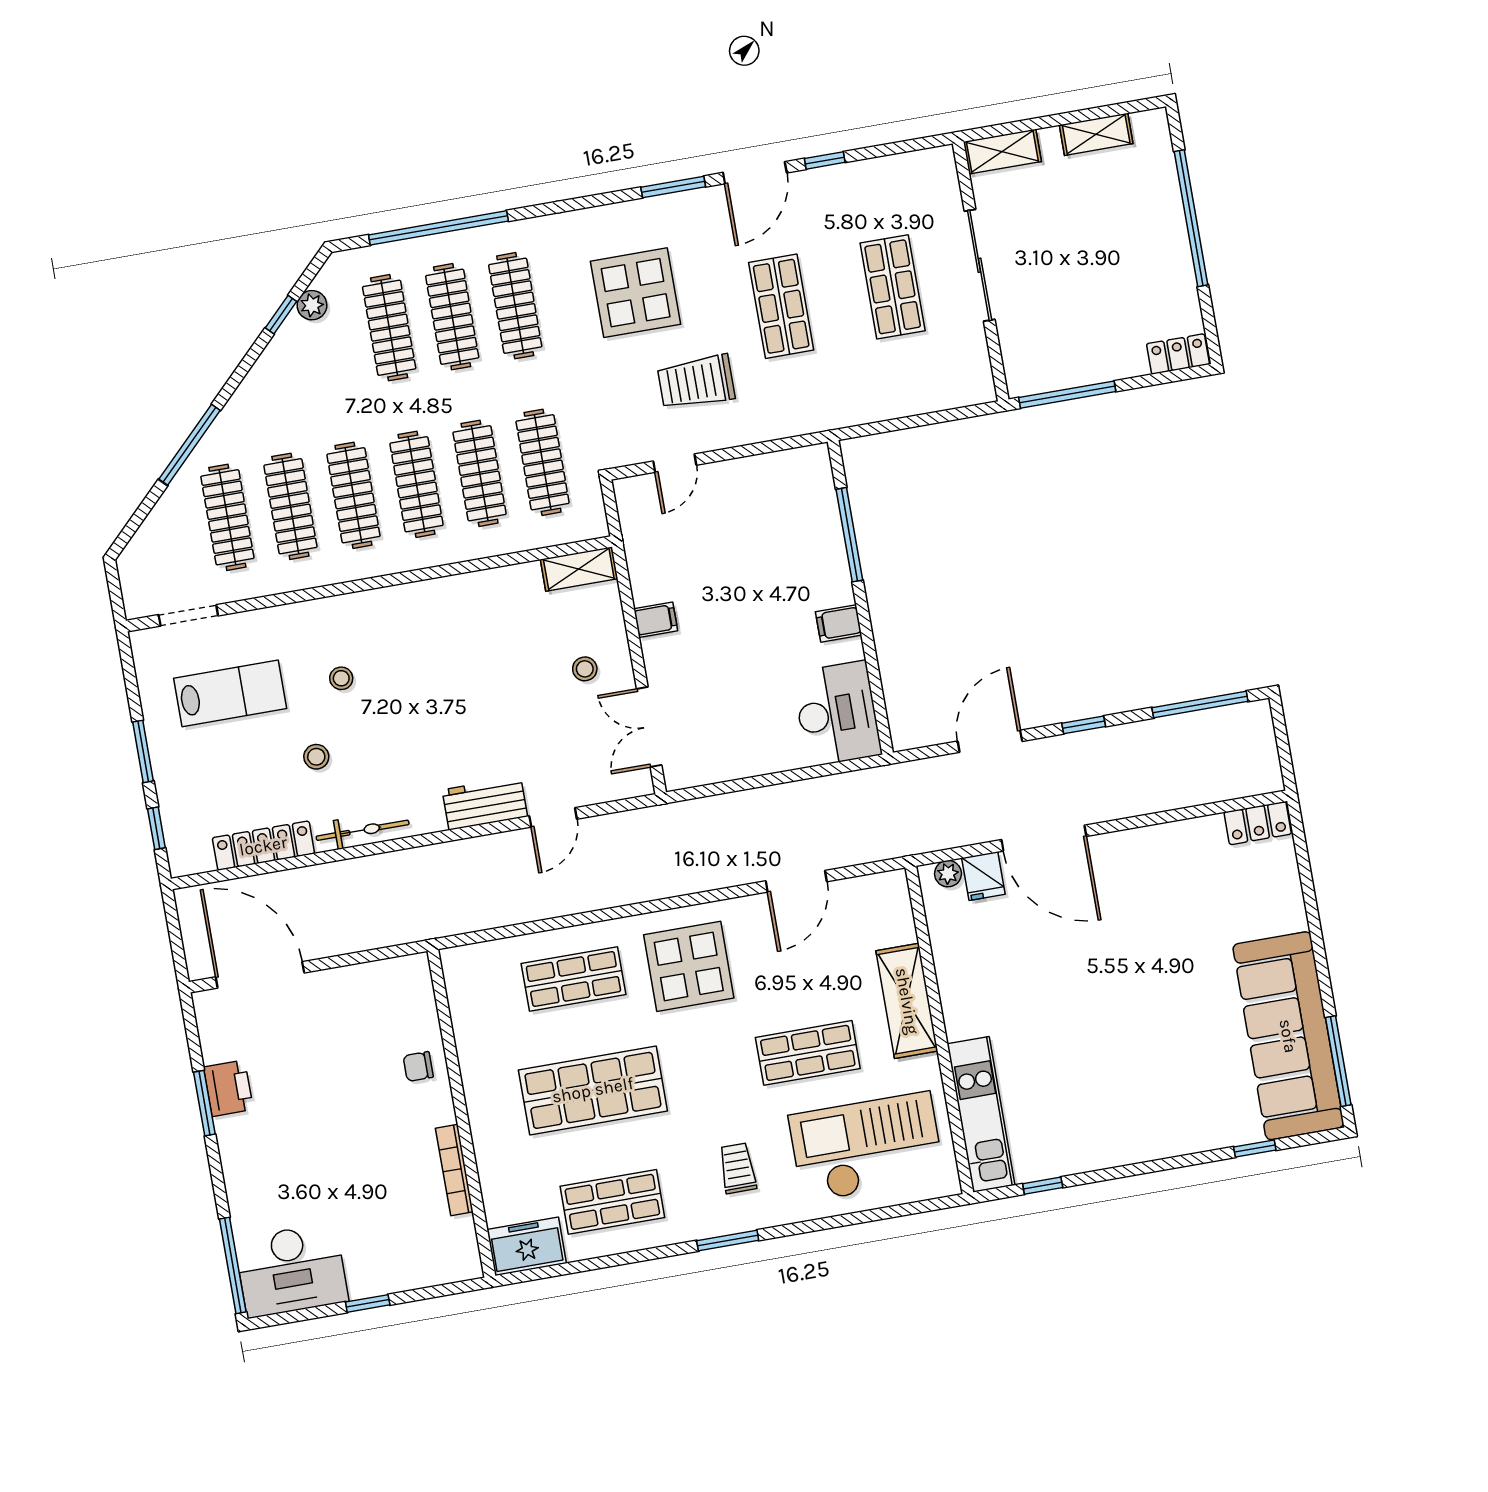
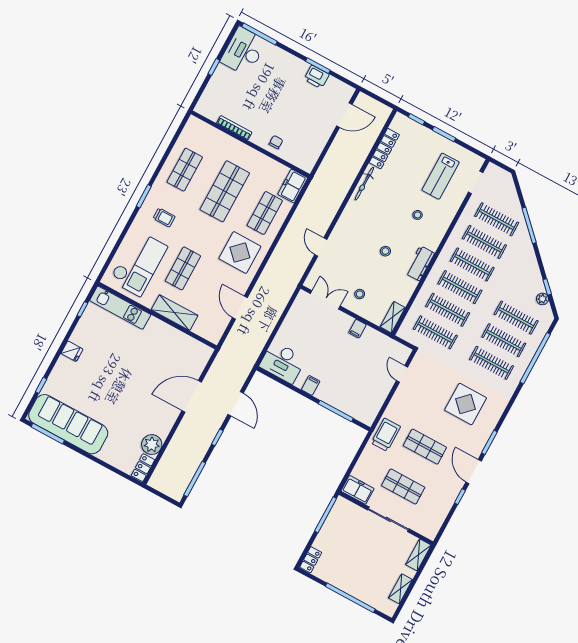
freezer: (969, 371) -> (358, 490), added
trolley: (696, 382) -> (386, 435), moved
stool: (316, 757) -> (385, 251), moved
workbench: (485, 803) -> (420, 263), moved, turned 180
plant: (948, 874) -> (152, 445), moved, width x1.88, depth x1.88
fridge: (983, 876) -> (72, 351), moved, turned 180
door: (260, 975) -> (344, 115), width x0.73
freezer: (527, 1246) -> (293, 186), moved, turned 180

